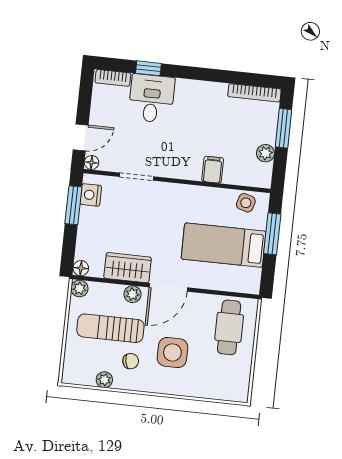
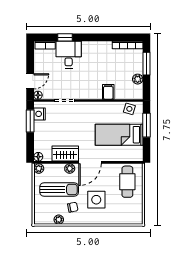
sun lounger: (110, 328) -> (59, 189), turned 180

